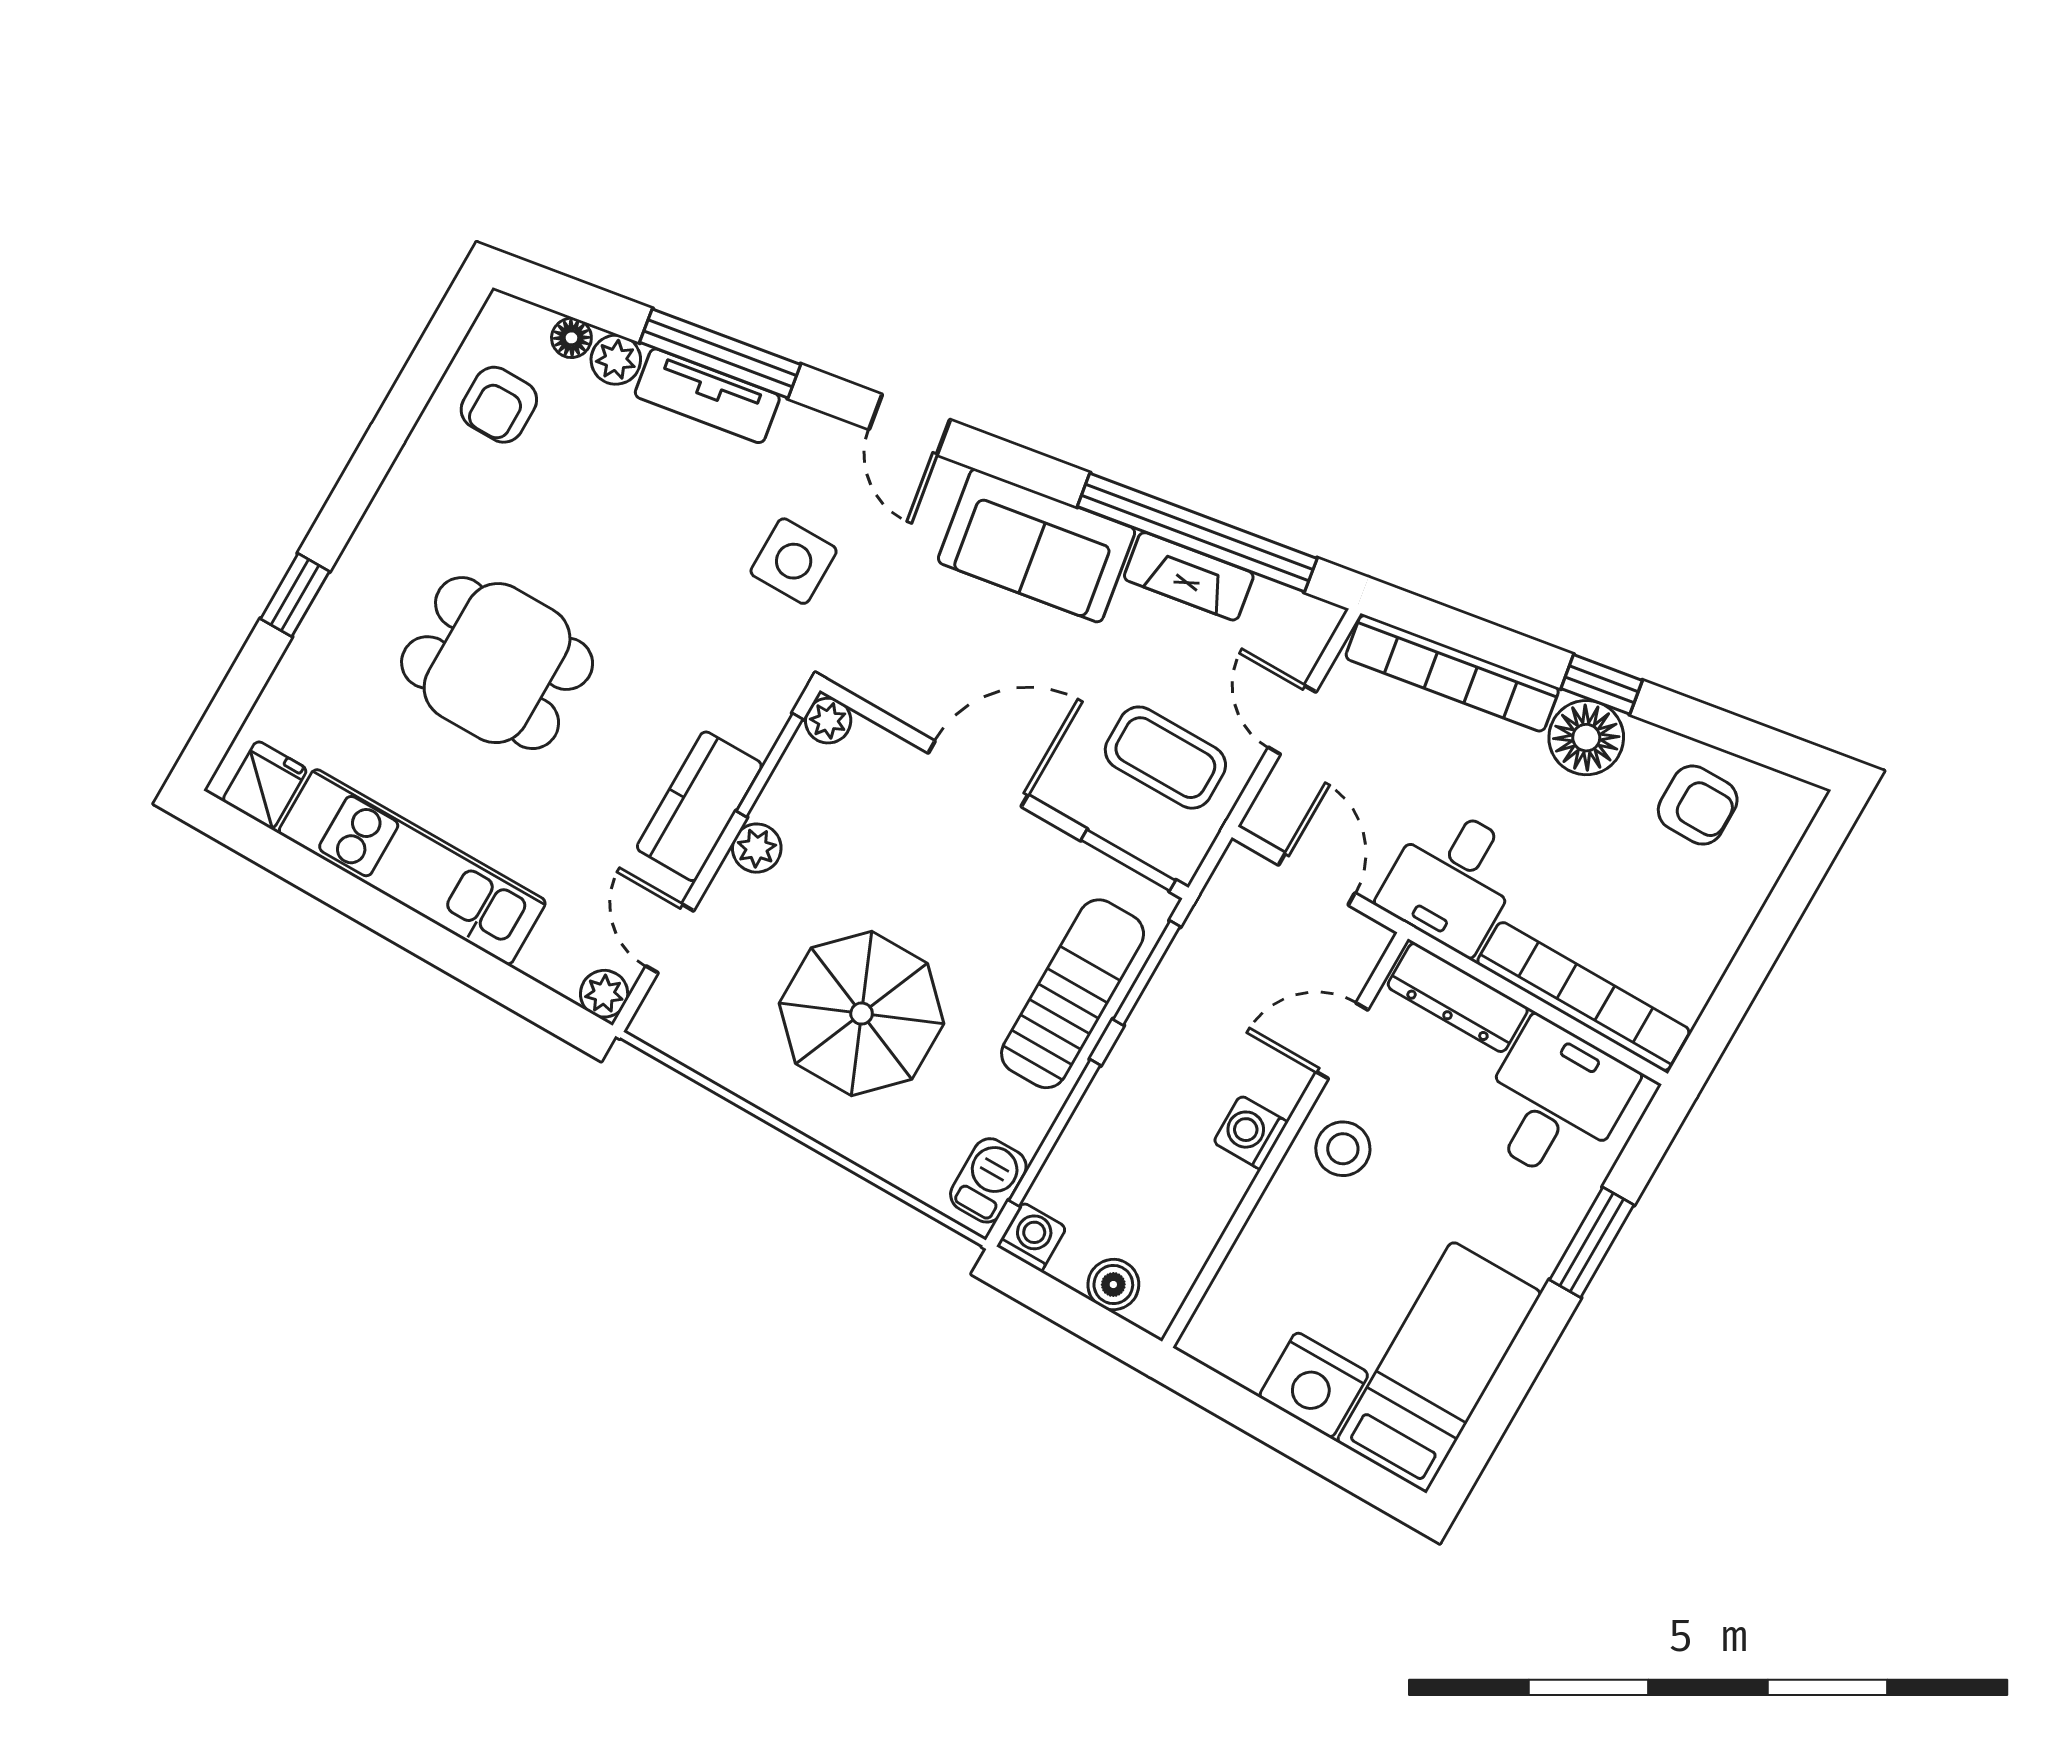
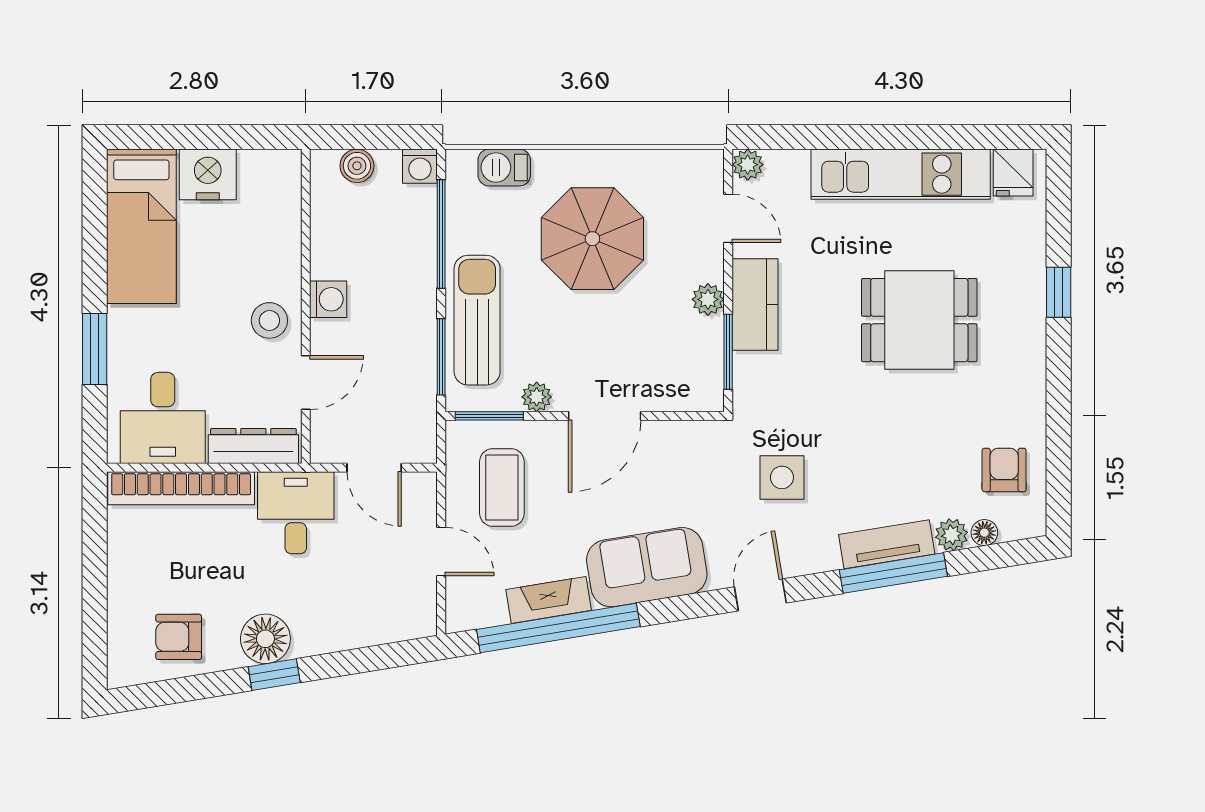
door: (909, 425) -> (760, 595), hinge flipped
bookcase: (1452, 673) -> (364, 631), removed
plant: (828, 721) -> (537, 397), moved
coffee table: (1165, 758) -> (502, 487), turned 90
sun lounger: (1073, 994) -> (477, 320), turned 180
barbecue: (988, 1180) -> (504, 167), moved, turned 90

